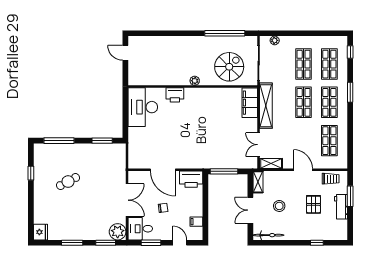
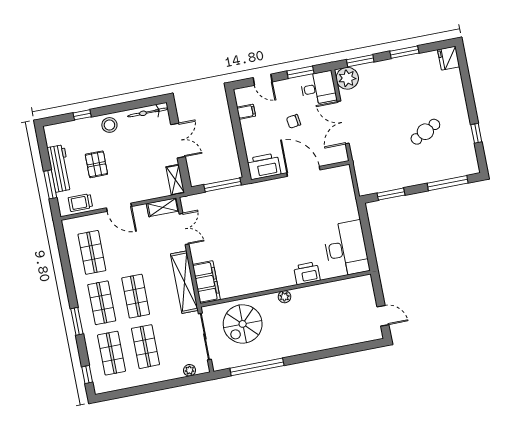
stool: (279, 206) -> (109, 125), moved
workbench: (341, 207) -> (60, 168), width x1.38

